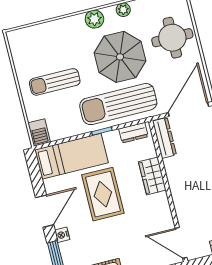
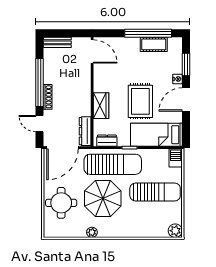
plant: (94, 19) -> (175, 231), moved
sun lounger: (55, 82) -> (155, 192), width x1.36, depth x1.34

